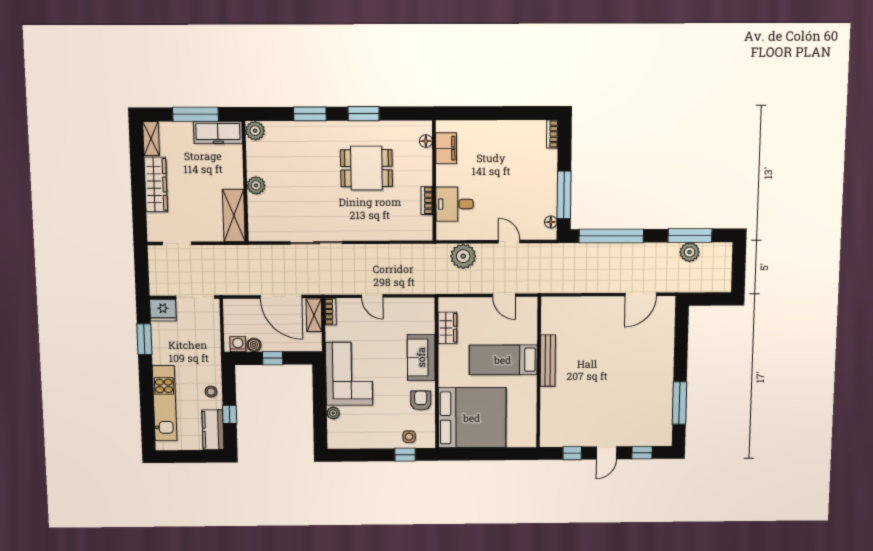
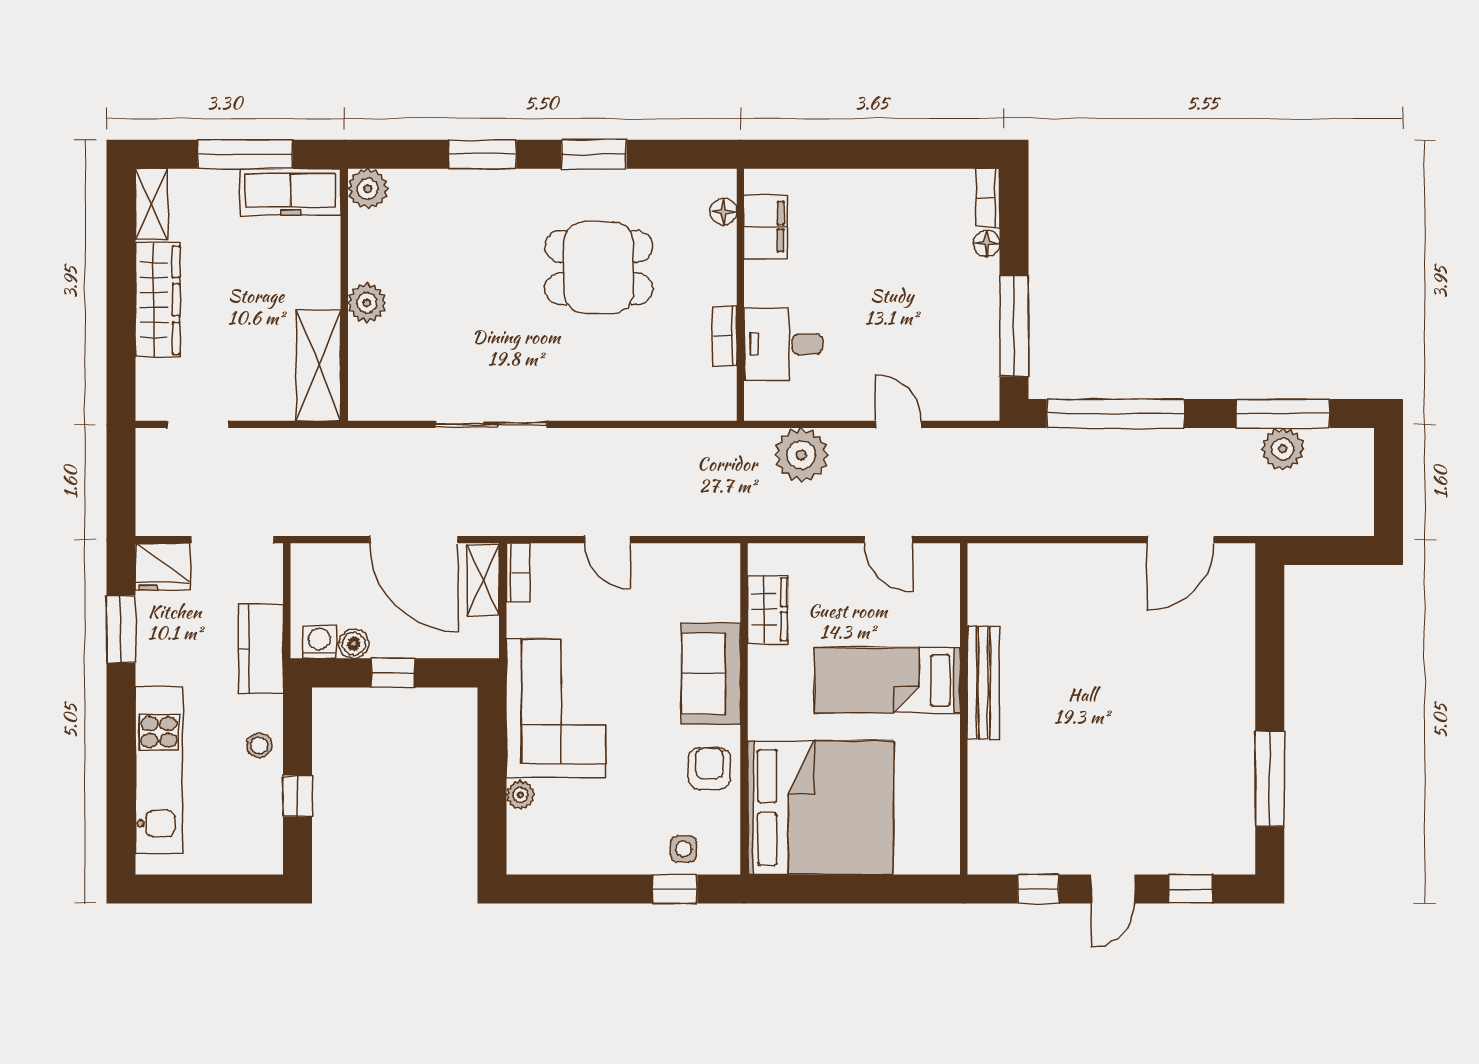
floor lamp: (551, 222) -> (987, 243), moved
kitchen counter: (213, 430) -> (261, 649), moved

